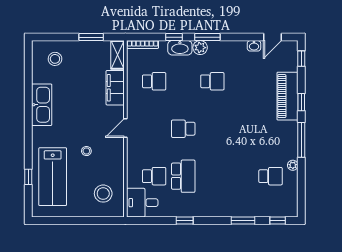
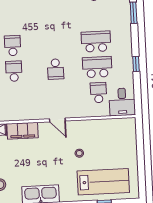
school desk: (154, 81) -> (14, 71), moved
school desk: (212, 176) -> (96, 42), added
stool: (103, 194) -> (116, 137), removed

